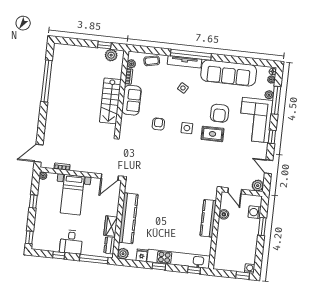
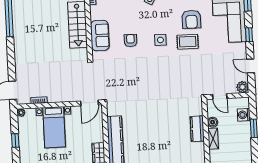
sofa: (132, 100) -> (100, 36), moved
kitchen counter: (208, 218) -> (197, 129), width x0.67
shelving: (222, 230) -> (213, 139), added

